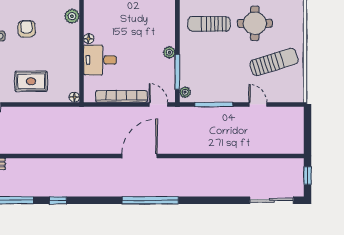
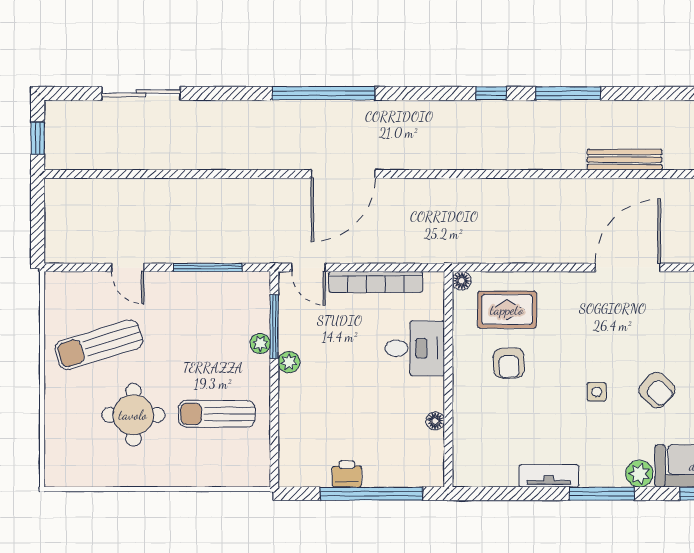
plant: (72, 16) -> (466, 428), removed
sun lounger: (209, 24) -> (217, 414), turned 180
armchair: (27, 29) -> (509, 363), moved
floor lamp: (89, 39) -> (435, 421), moved
rug: (31, 81) -> (507, 310), moved
plant: (185, 92) -> (260, 344), moved
sliding door: (272, 200) -> (141, 93), moved

